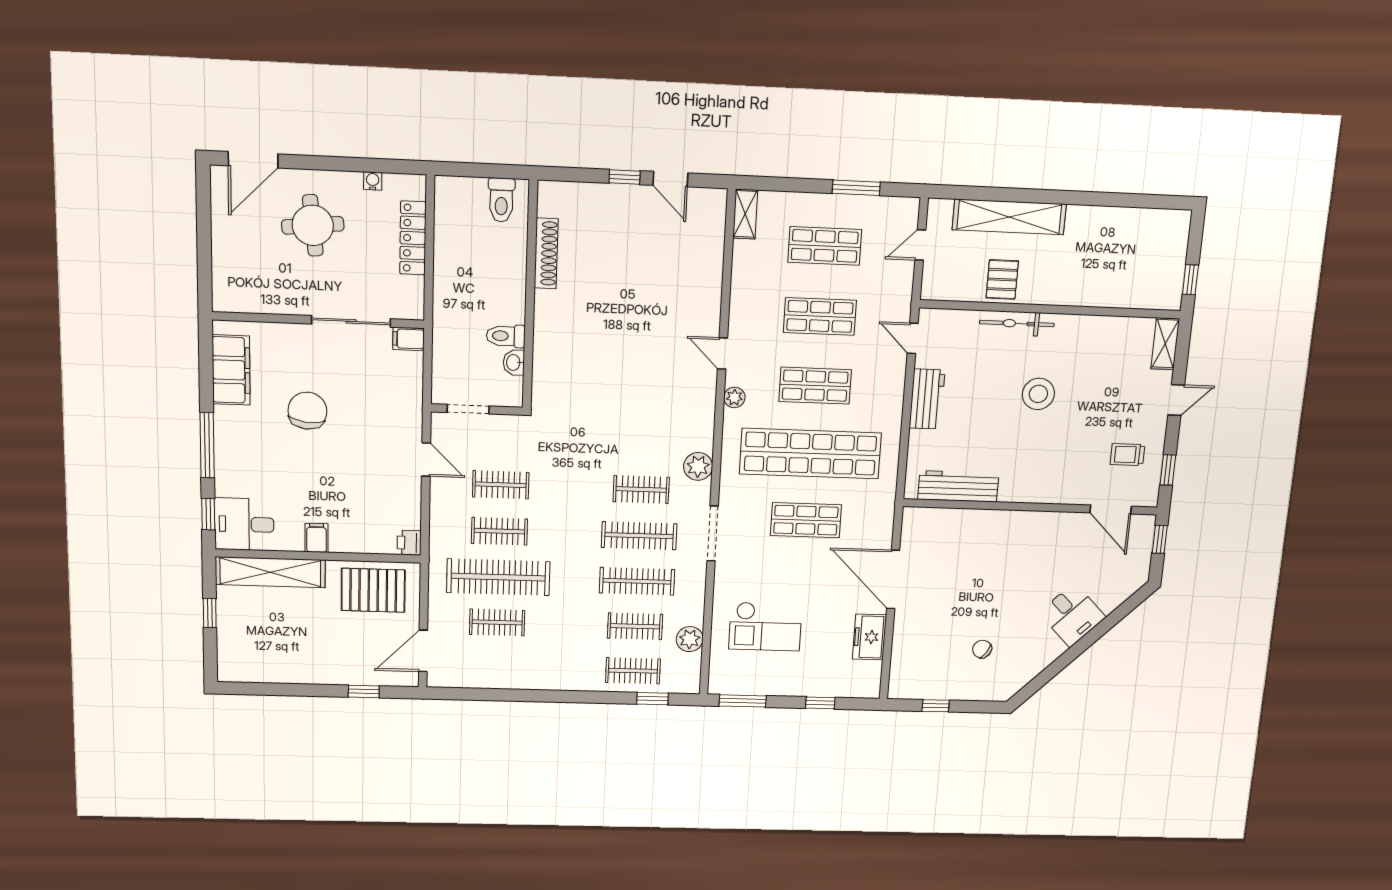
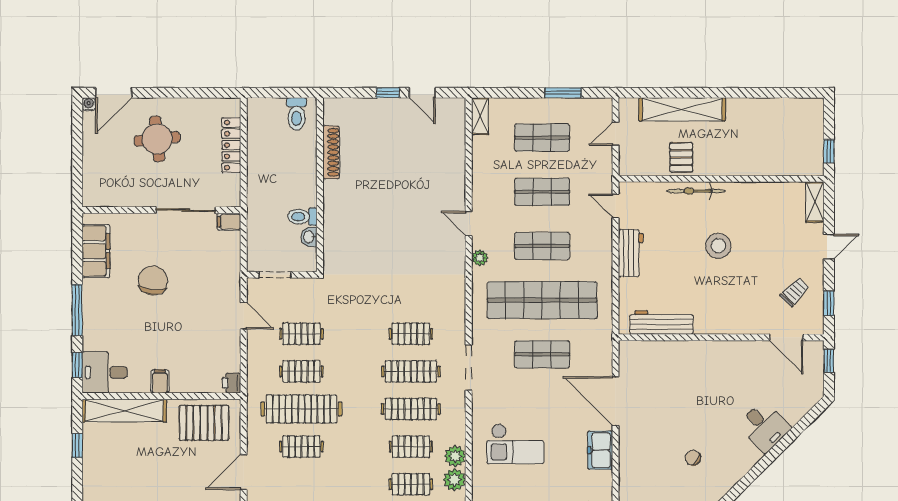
water cooler: (373, 181) -> (89, 104), moved
trolley: (1127, 455) -> (795, 292), turned 134
plant: (698, 466) -> (454, 480), moved

